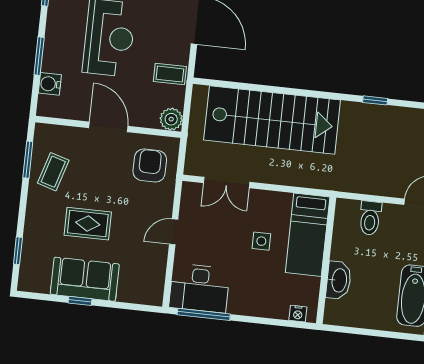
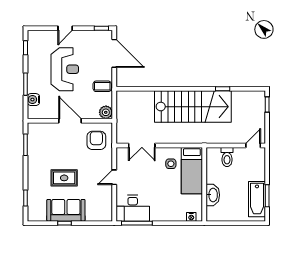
stairs: (272, 120) -> (193, 107), moved
coffee table: (53, 172) -> (41, 150), removed
side table: (261, 241) -> (171, 164), moved

